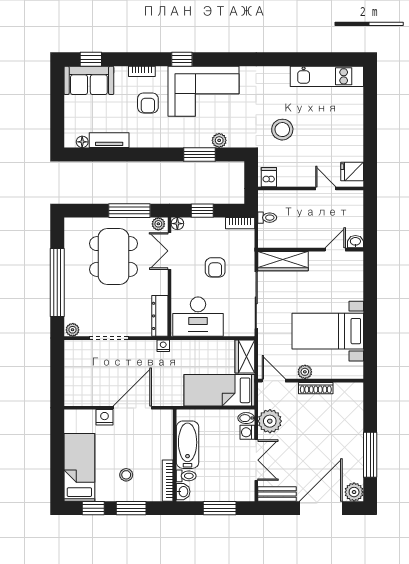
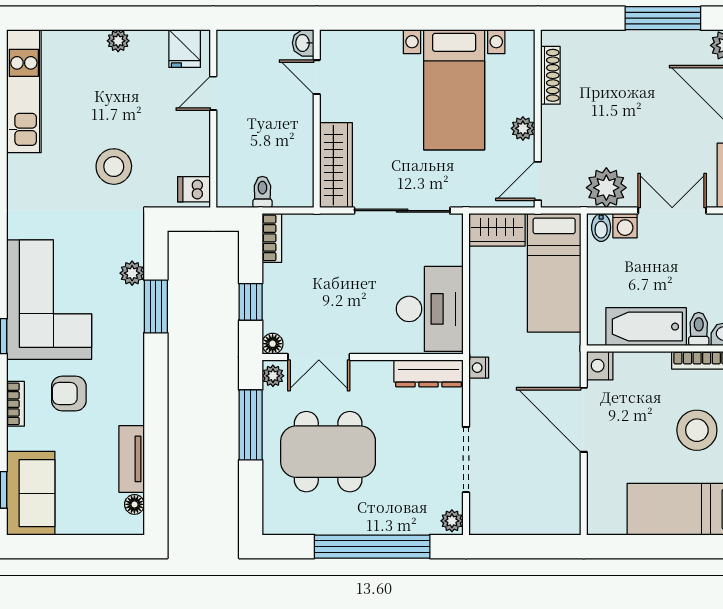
armchair: (148, 103) -> (69, 393), turned 180
plant: (357, 132) -> (118, 41), added
armchair: (215, 267) -> (347, 280), removed
shoe rack: (316, 388) -> (550, 75), moved
nightstand: (104, 417) -> (600, 366), moved
stool: (126, 475) -> (697, 430), width x1.89, depth x1.89

